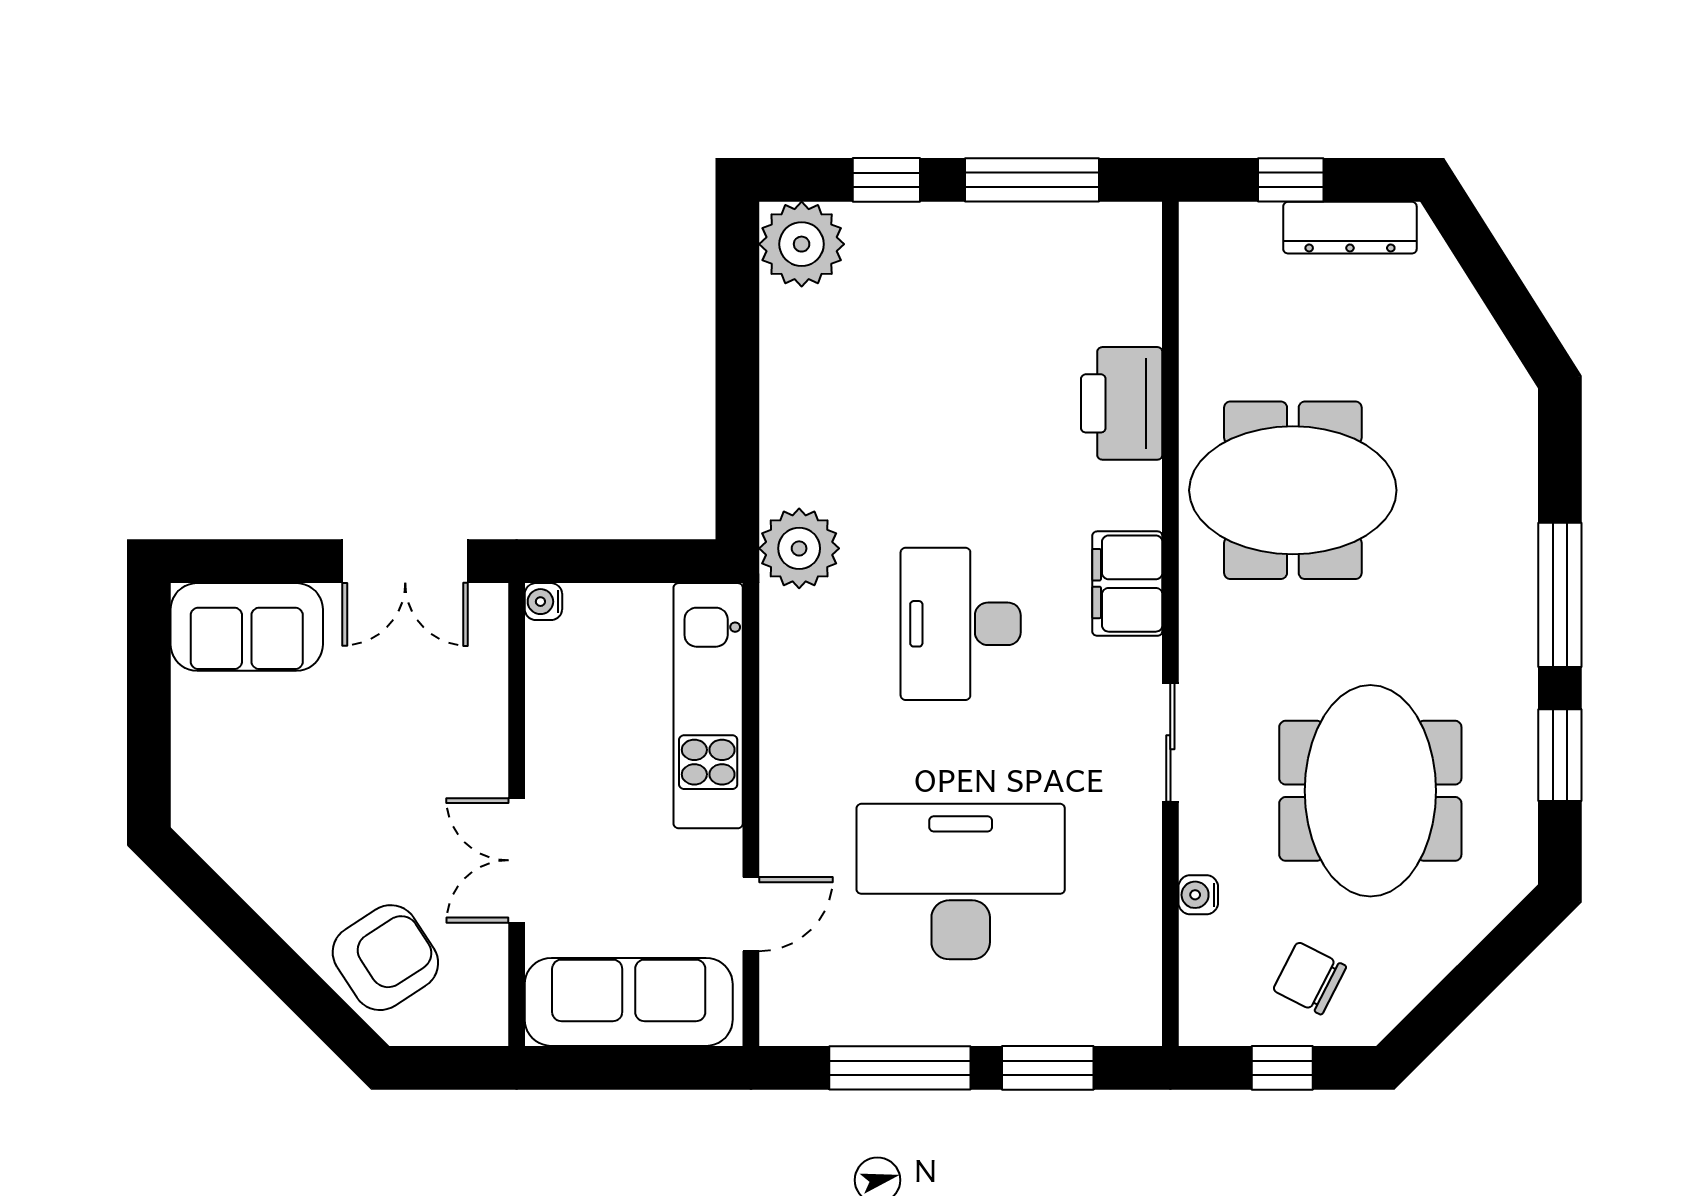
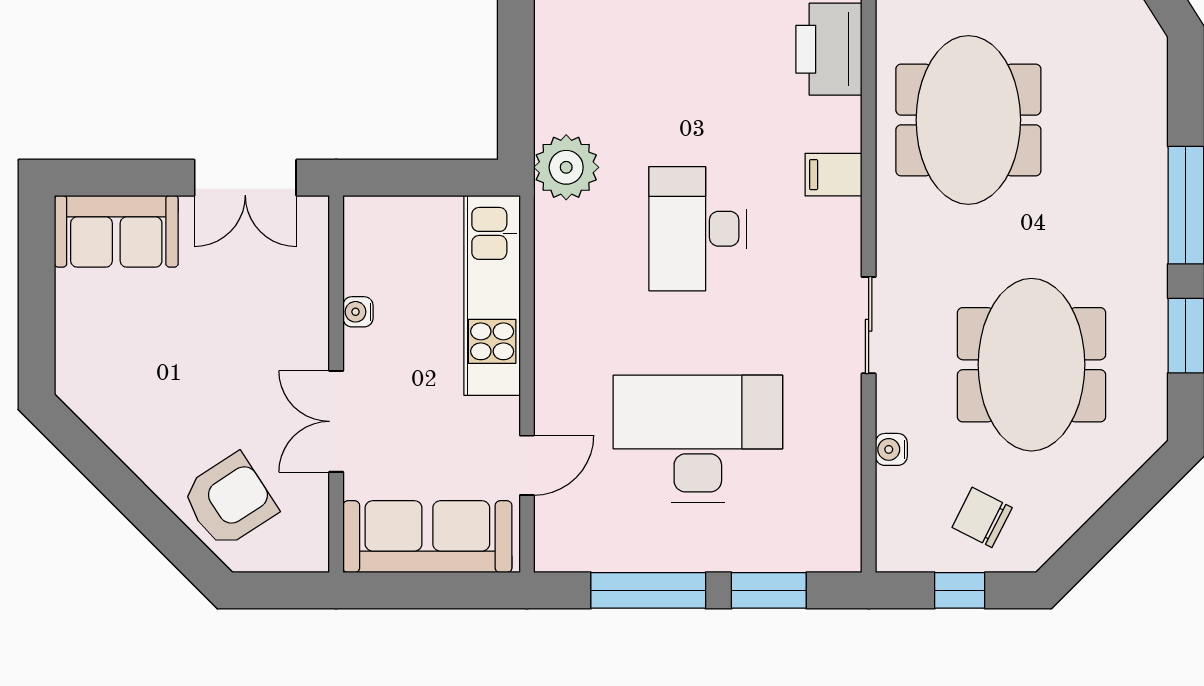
meeting table: (1293, 490) -> (968, 120), turned 90
filing cabinet: (1127, 584) -> (834, 175), width x0.50
water cooler: (543, 602) -> (358, 312), moved

